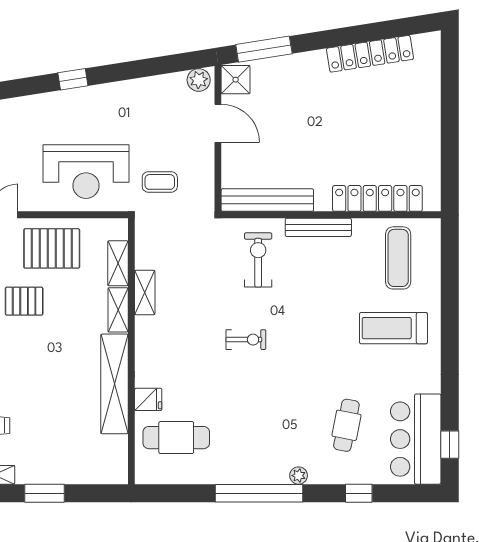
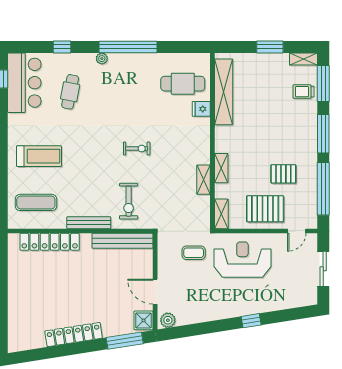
locker: (370, 54) -> (74, 335), moved
exercise mat: (398, 258) -> (36, 202), turned 90
shelving: (118, 263) -> (221, 214), moved
exercise bike: (246, 340) -> (137, 149), turned 180
shelving: (114, 384) -> (224, 92), moved

